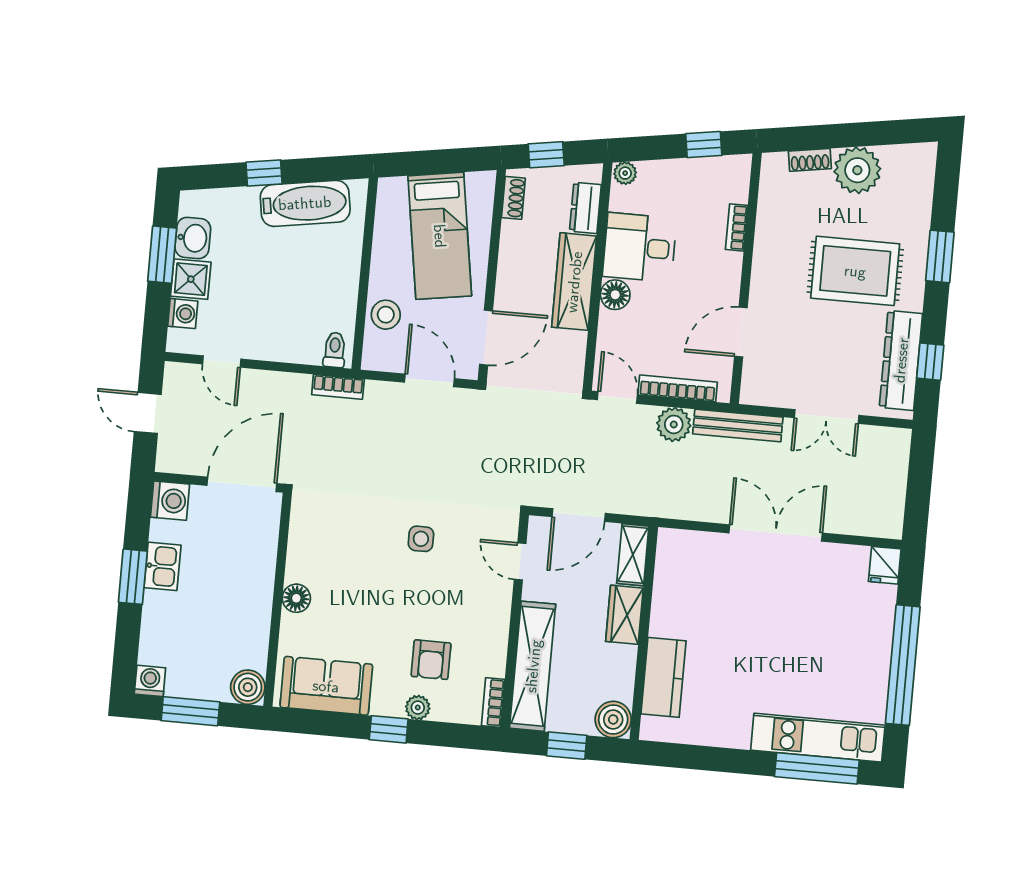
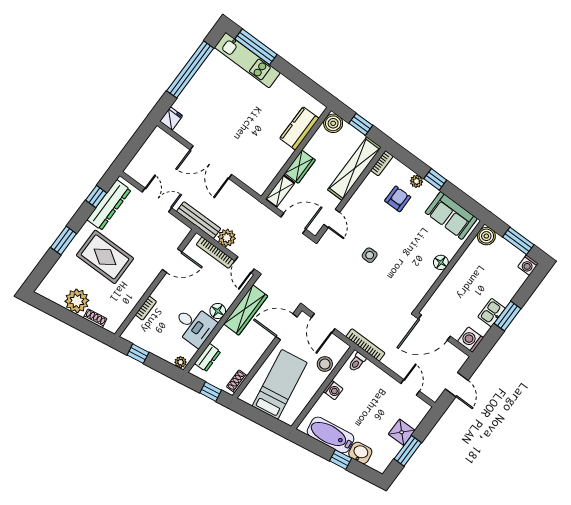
washbasin: (193, 238) -> (360, 453), moved, turned 81
wardrobe: (574, 282) -> (246, 310), moved
washing machine: (183, 314) -> (333, 390), moved, turned 180
bookcase: (338, 387) -> (365, 345), width x1.56

